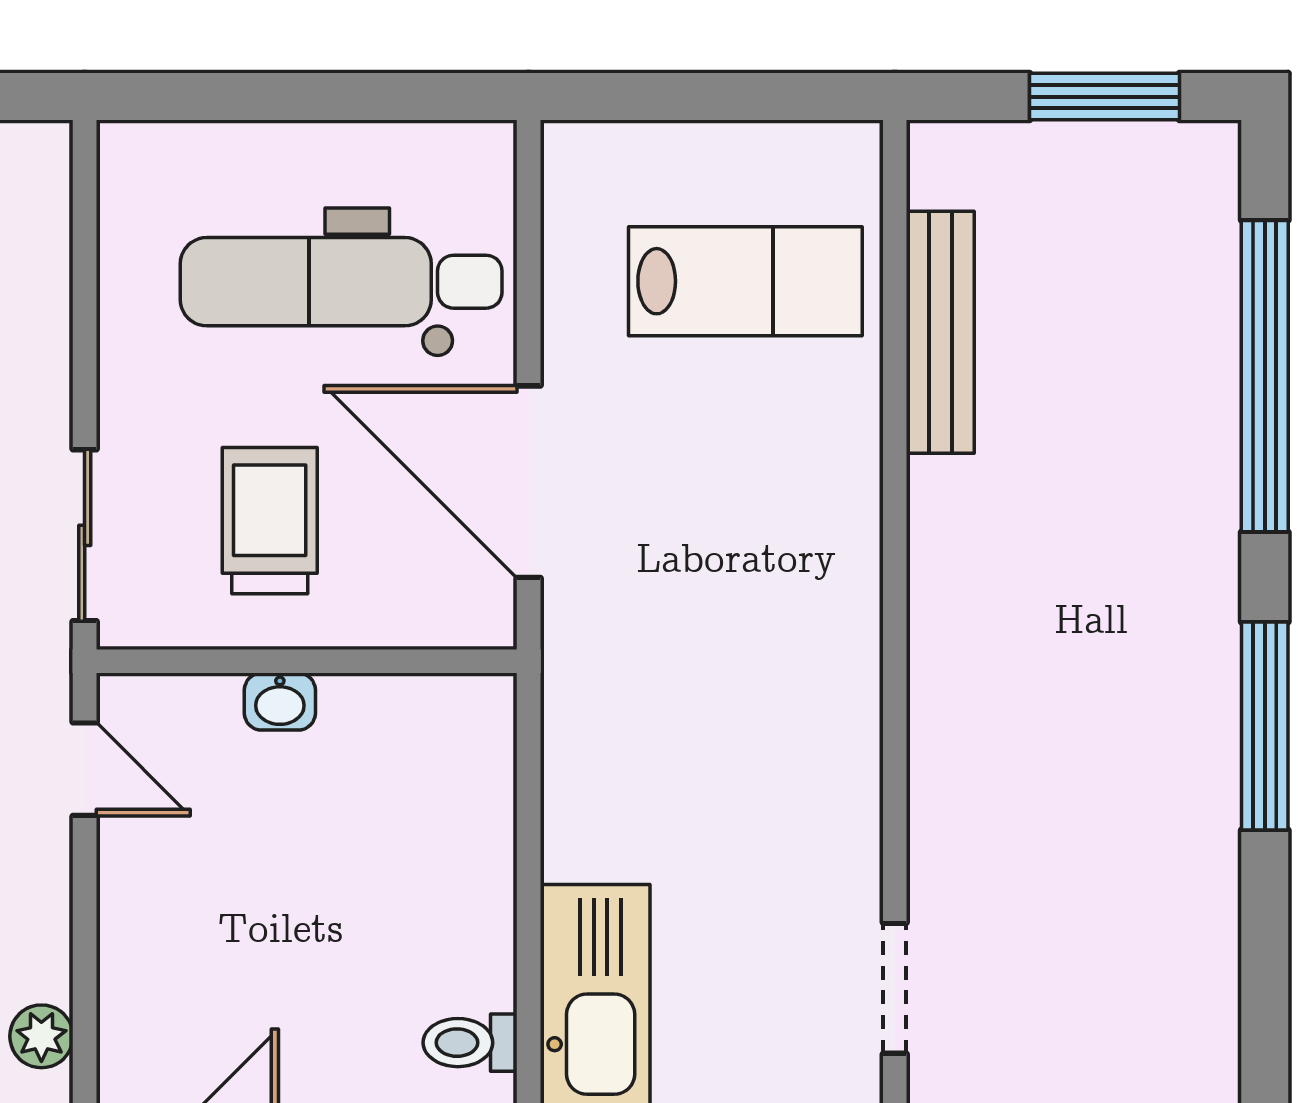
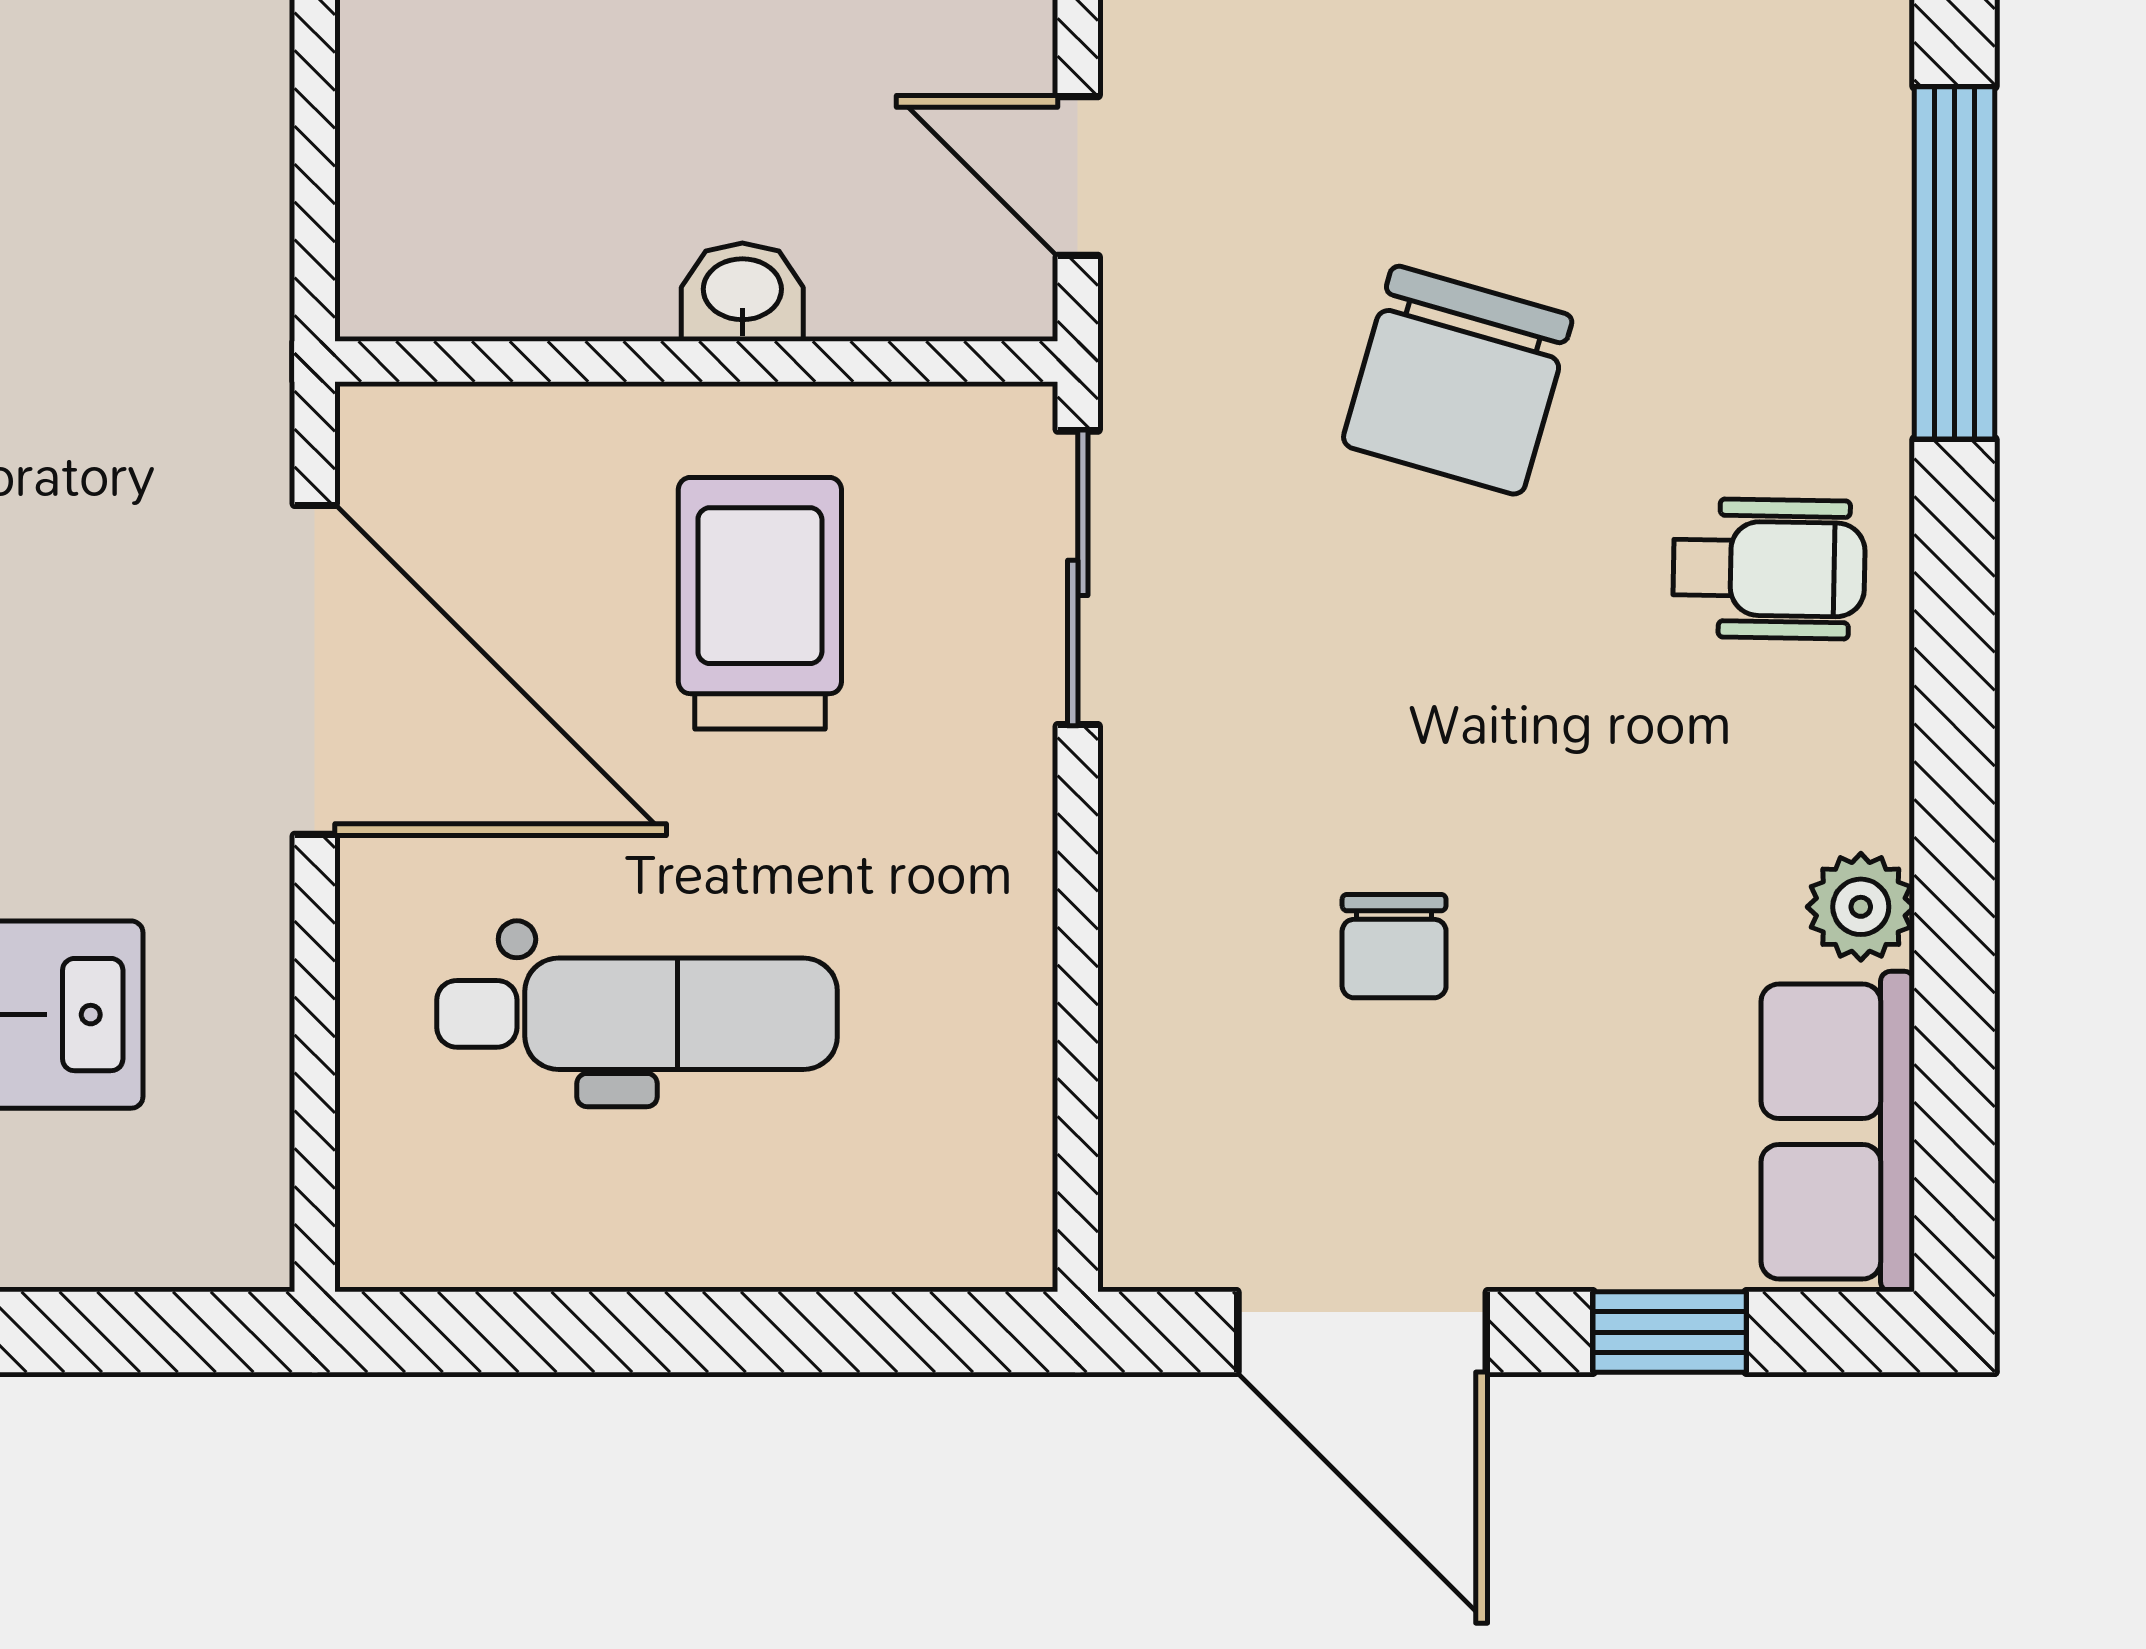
dental chair: (341, 282) -> (637, 1014), width x0.73, depth x0.72
trolley: (270, 521) -> (760, 603), turned 180

